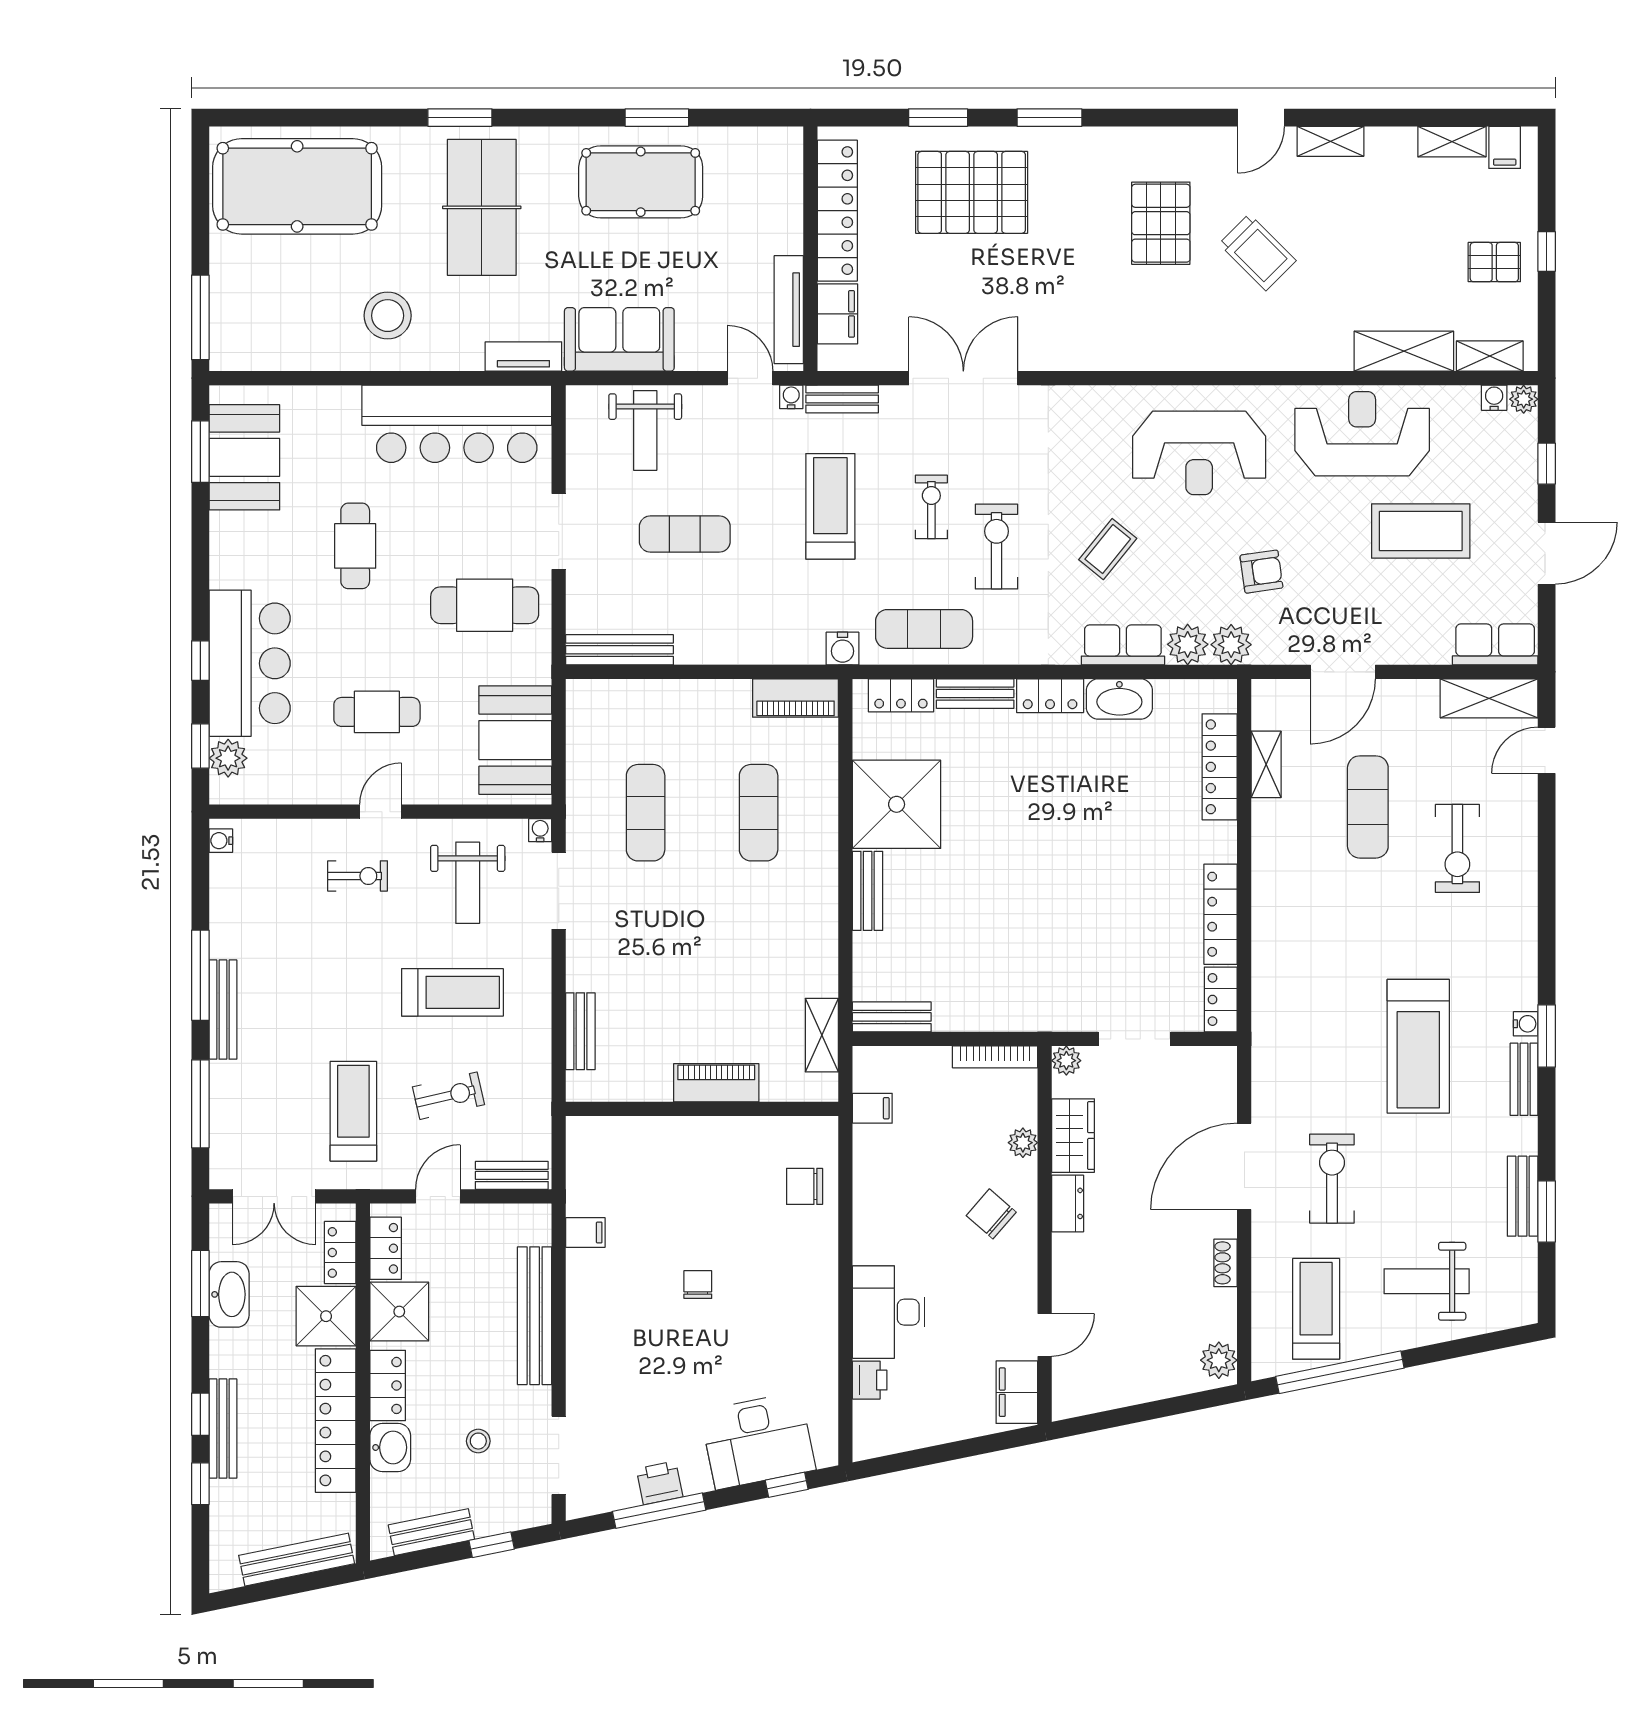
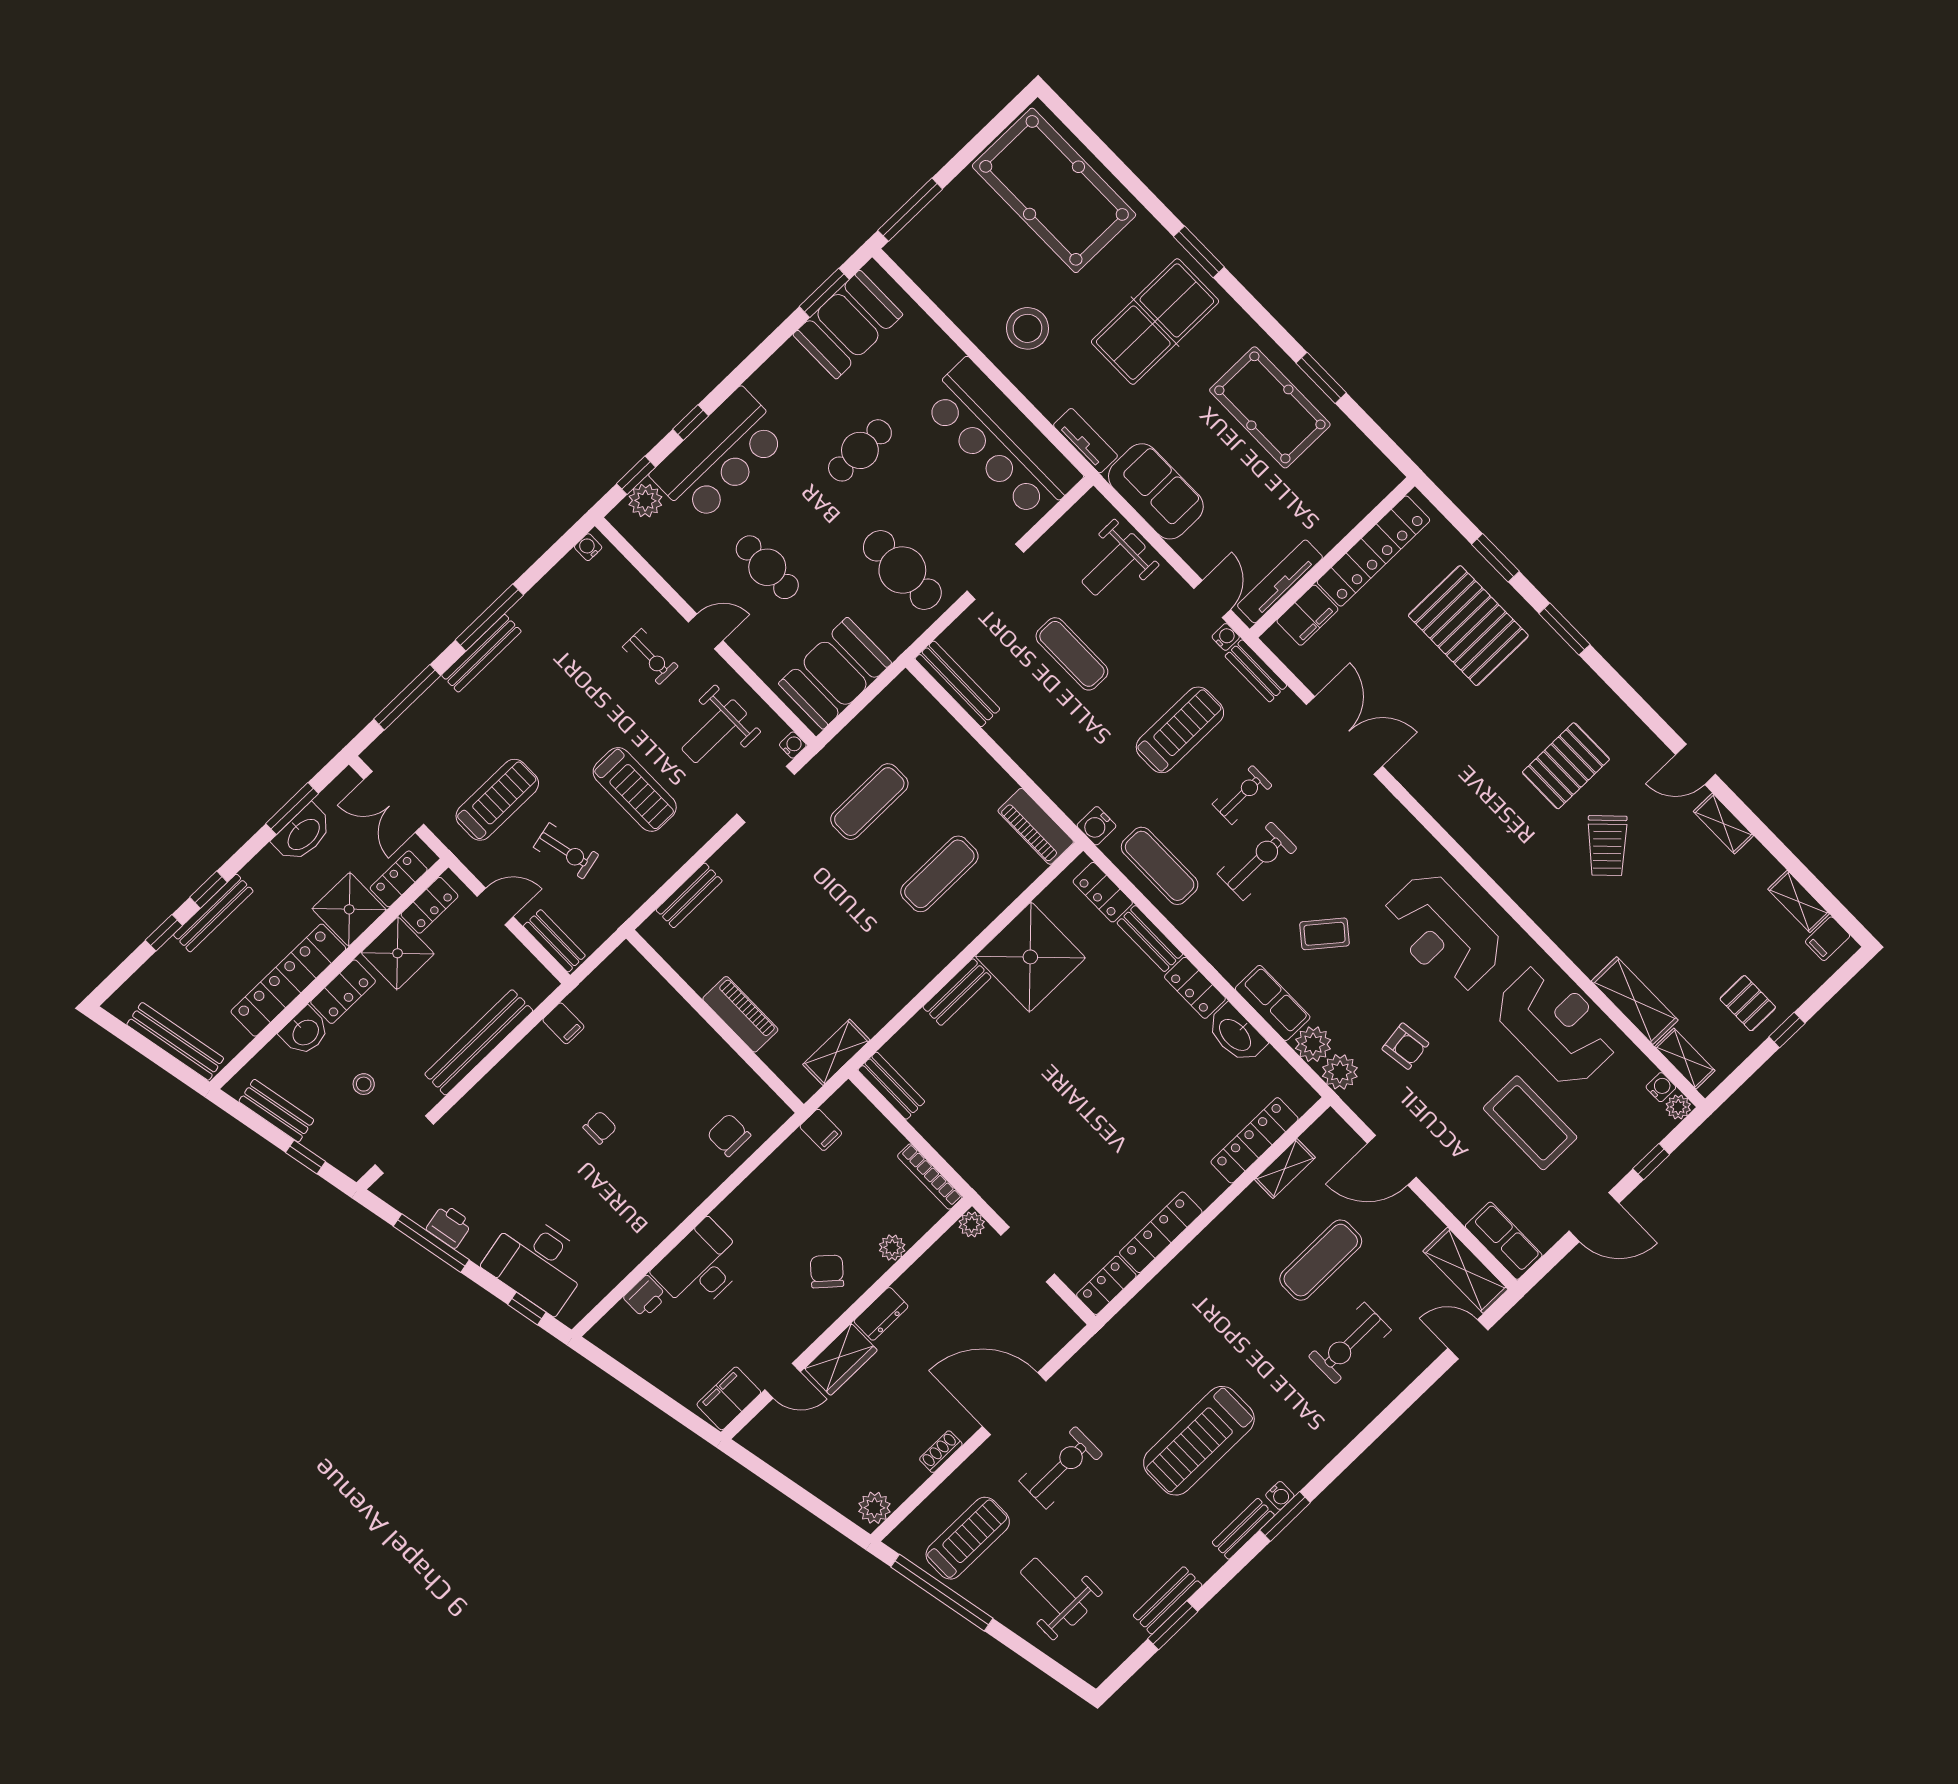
wardrobe: (1073, 1136) -> (841, 1359), moved

